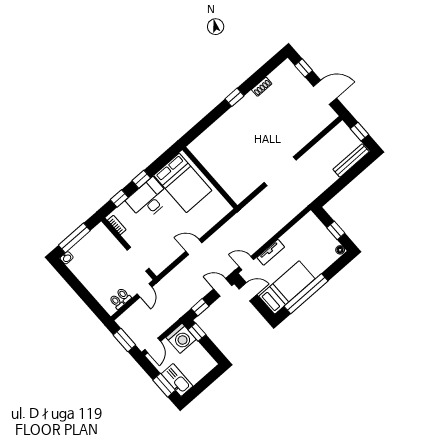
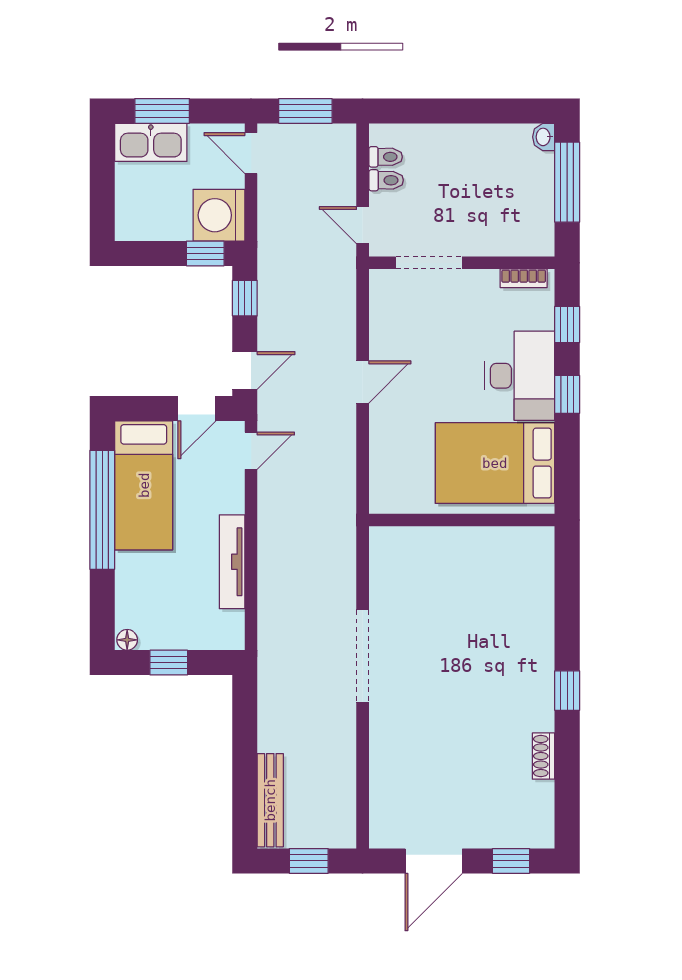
tv unit: (271, 252) -> (232, 562), moved, width x1.41

